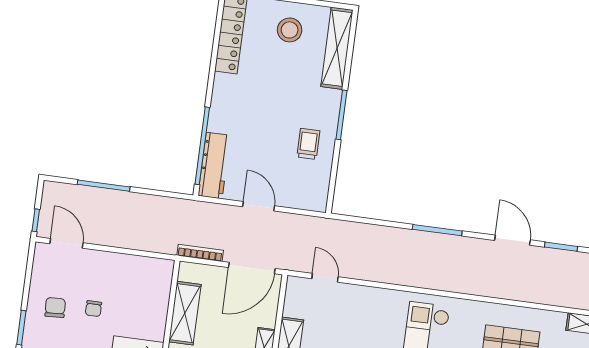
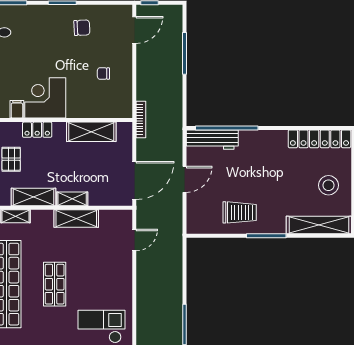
trolley: (308, 144) -> (240, 212), width x1.36, depth x1.39
bookcase: (200, 253) -> (141, 119), moved
door: (252, 268) -> (134, 180), swing flipped
chair: (93, 309) -> (103, 73), moved

